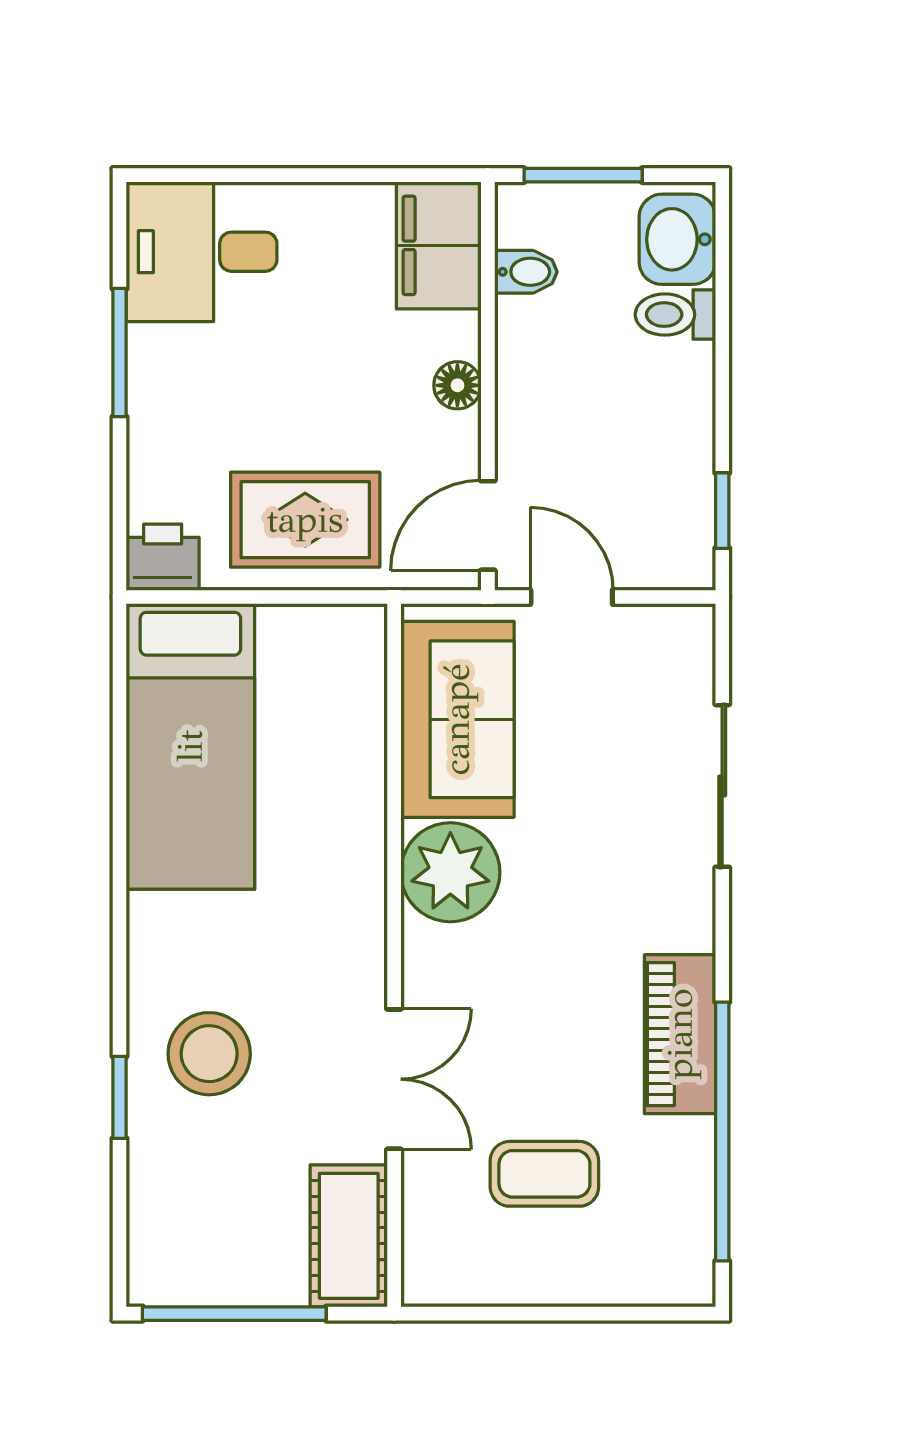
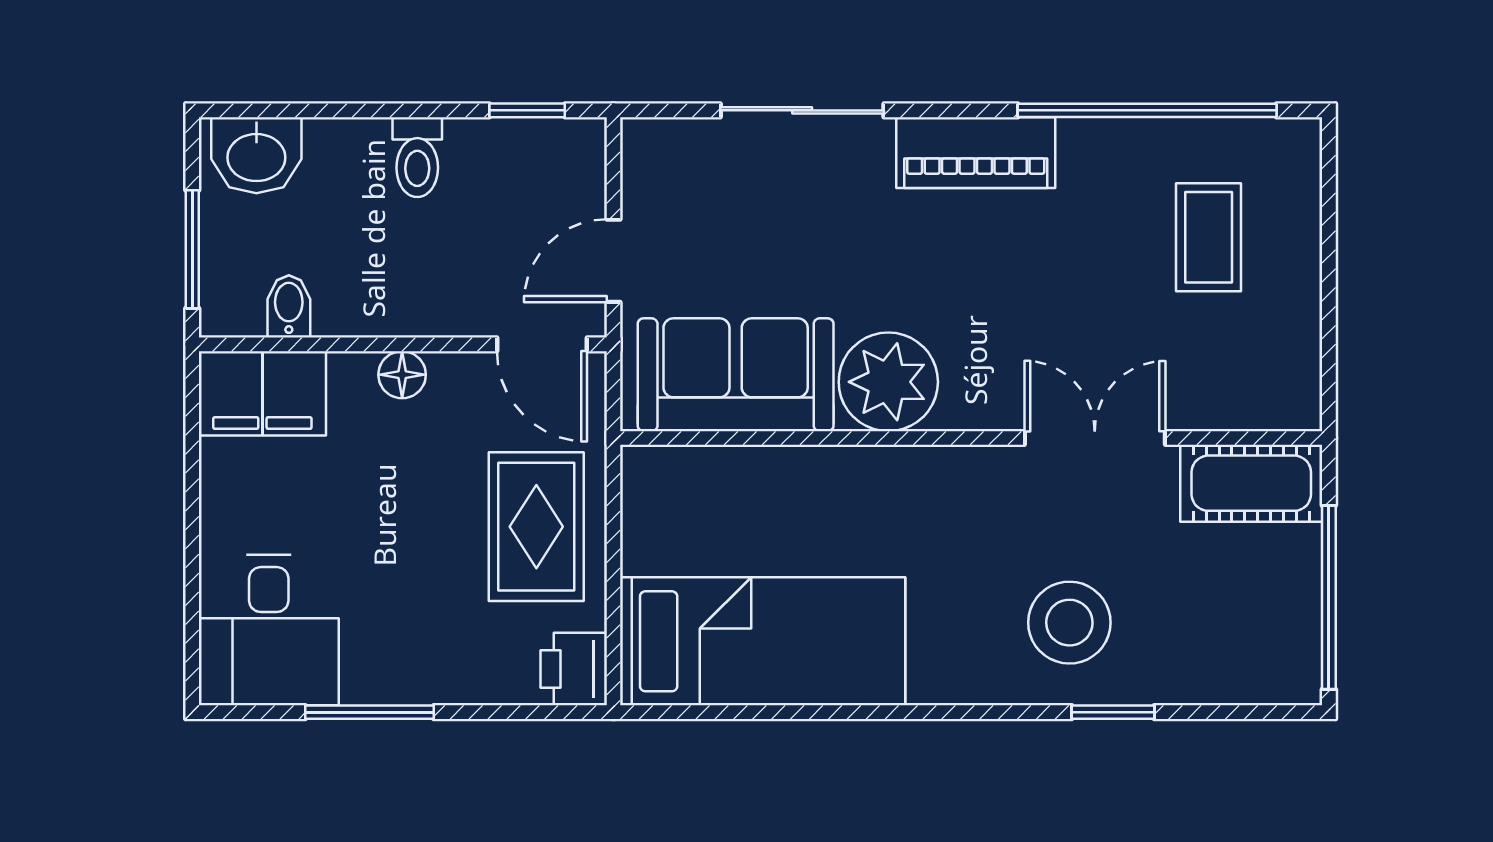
toilet: (675, 315) -> (417, 157), moved
piano: (680, 1034) -> (976, 153), moved
coffee table: (544, 1174) -> (1209, 237), moved

